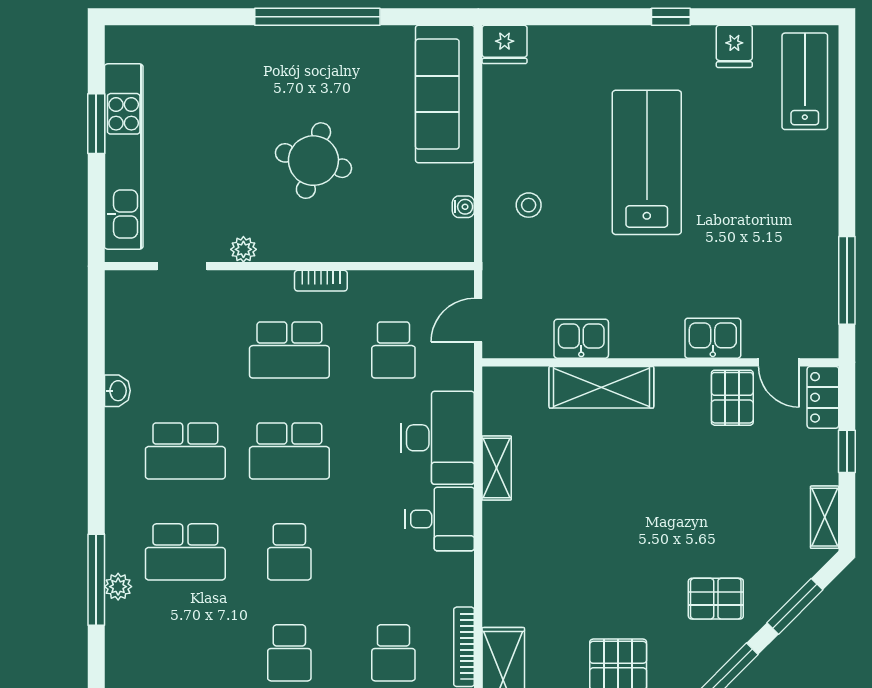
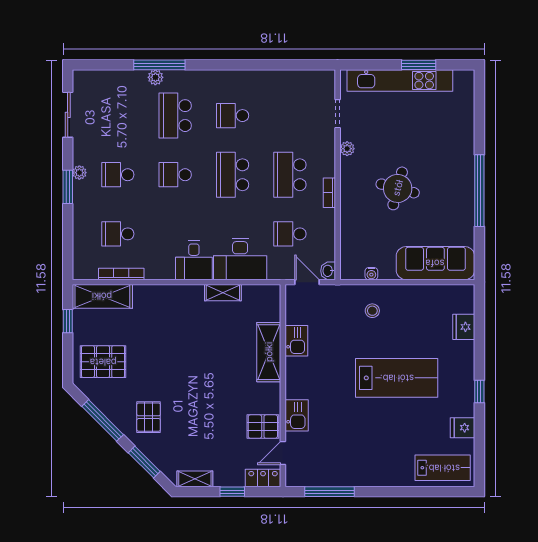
fridge: (505, 44) -> (464, 327), moved
washbasin: (117, 391) -> (328, 271), moved, turned 90
school desk: (185, 451) -> (233, 116), width x0.54

